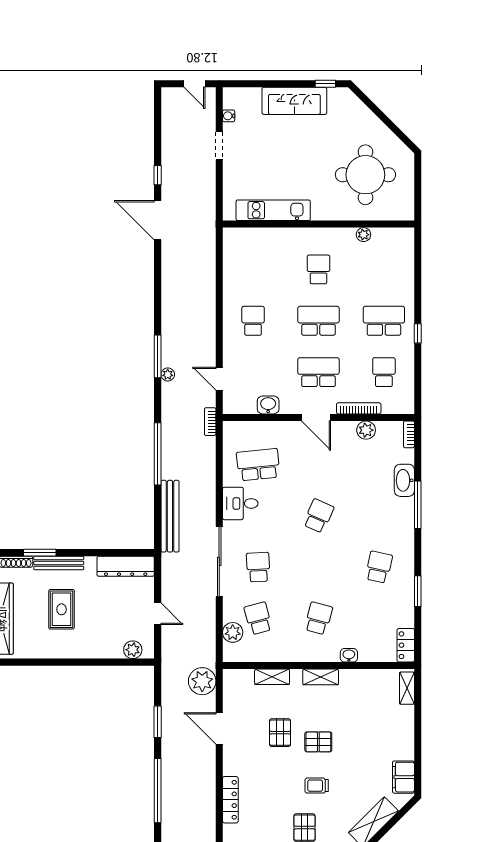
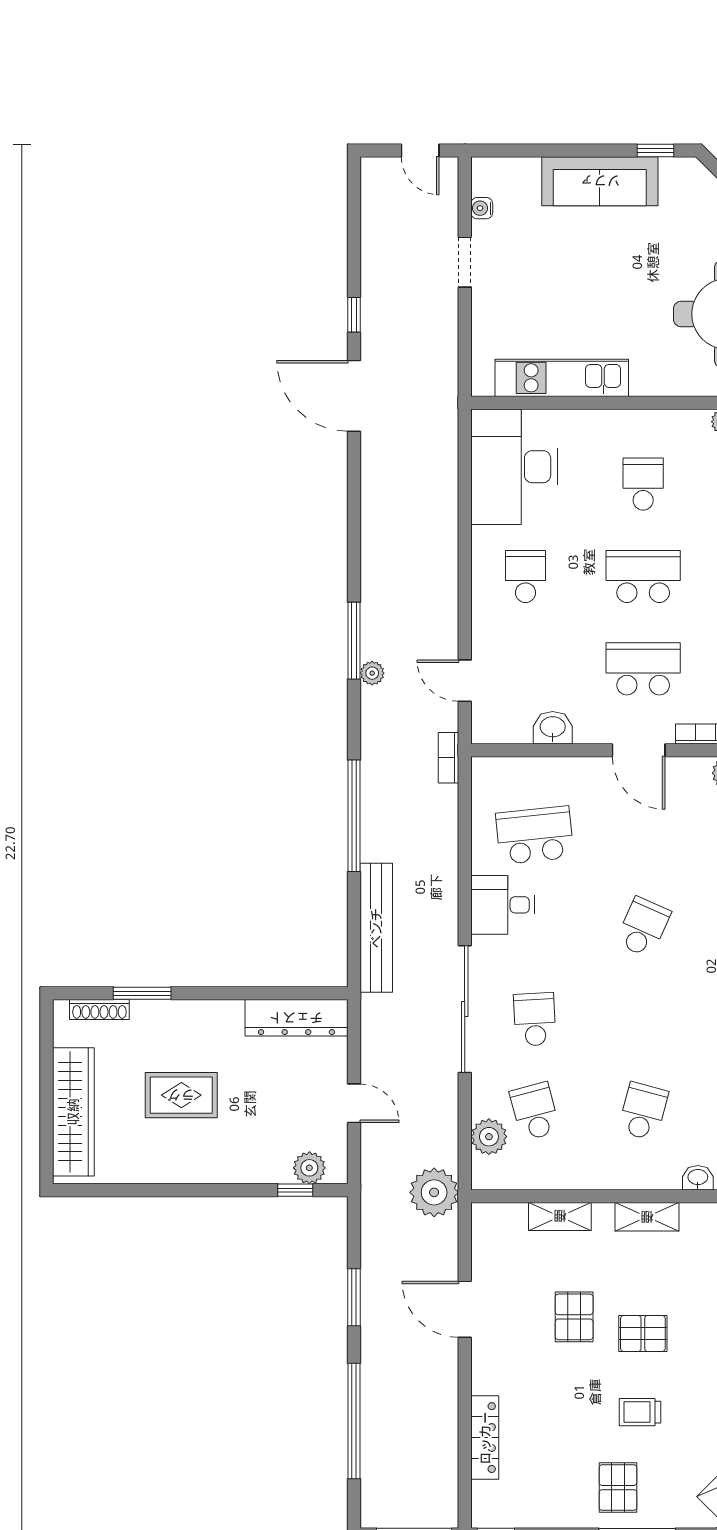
desk: (247, 260) -> (514, 467), added
bench: (59, 563) -> (176, 1012), removed
rug: (62, 609) -> (181, 1095), turned 90
window: (125, 662) -> (295, 1190), added
plant: (202, 681) -> (434, 1192), moved

